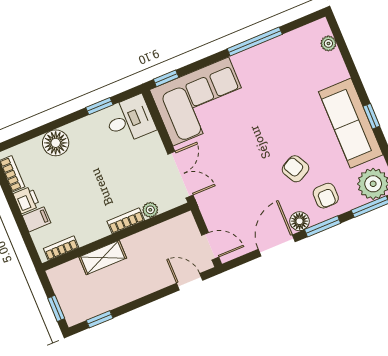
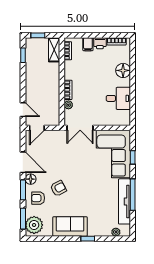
tv unit: (272, 50) -> (125, 201), added
window: (166, 78) -> (133, 157), moved
window: (99, 106) -> (133, 101), removed
window: (371, 116) -> (88, 239), moved
desk: (130, 120) -> (118, 98), moved, turned -90
sofa: (351, 123) -> (70, 226), width x0.73
shelving: (103, 257) -> (54, 50), moved
door: (190, 282) -> (23, 110), hinge flipped

